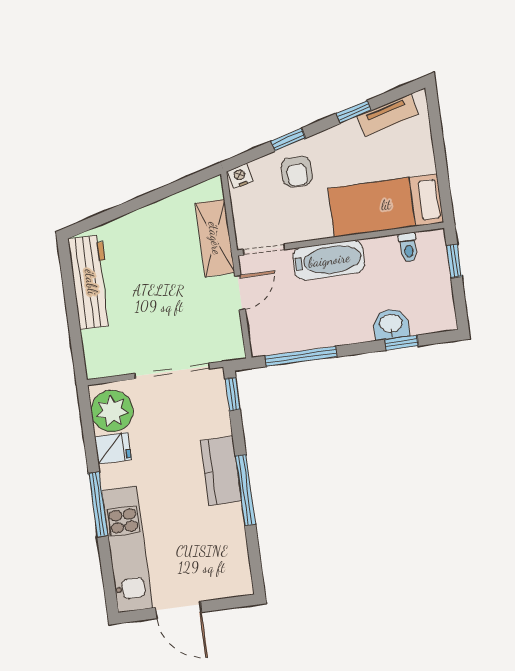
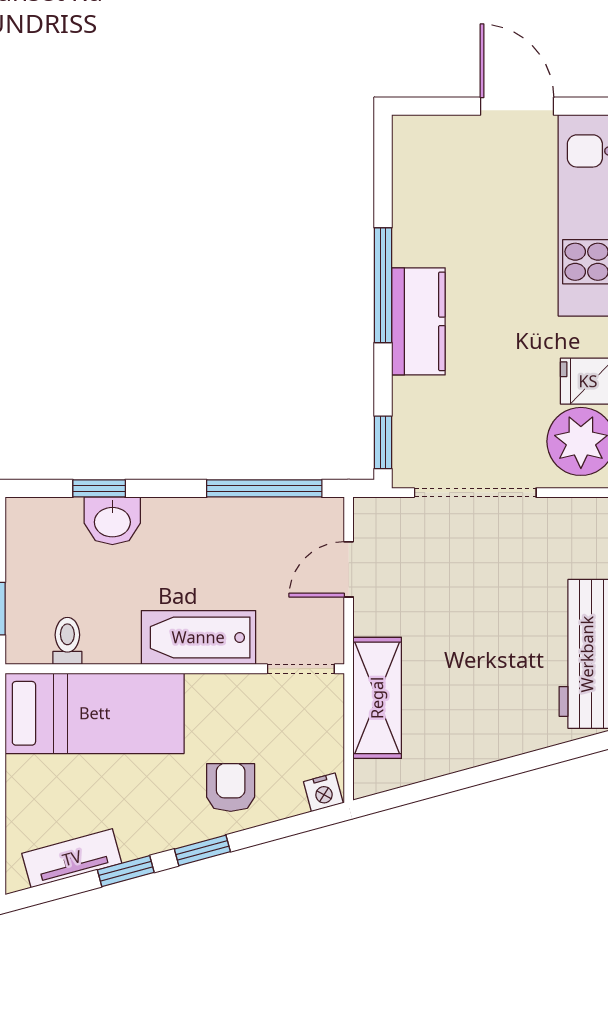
window: (288, 140) -> (202, 850), moved
door: (240, 293) -> (349, 569), moved

